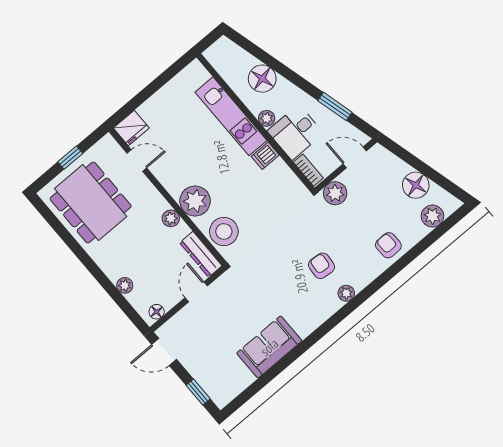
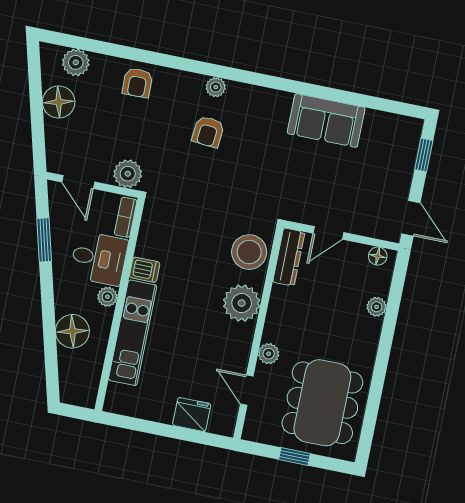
fridge: (131, 128) -> (192, 415), moved
plant: (171, 218) -> (269, 354), moved

